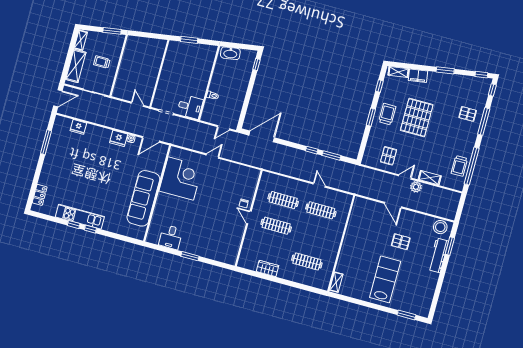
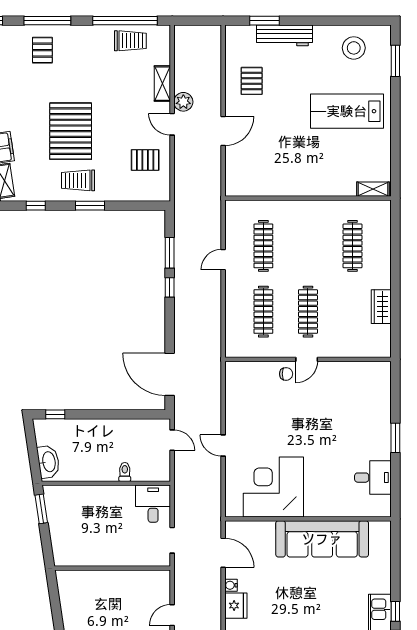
window: (189, 40) -> (41, 509), moved
door: (137, 104) -> (172, 615), moved
pallet: (417, 118) -> (71, 131), turned 90
stool: (440, 227) -> (354, 48), moved
pallet: (401, 242) -> (252, 81), moved

